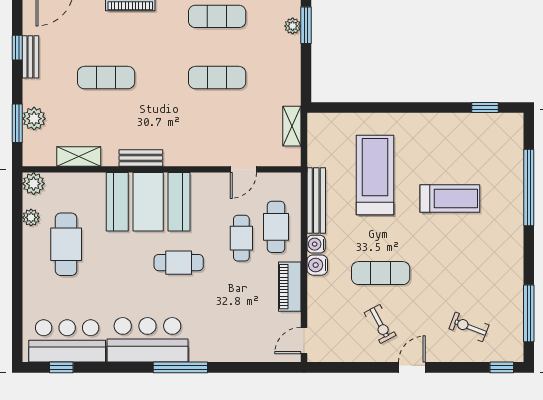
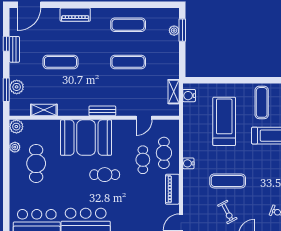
exercise mat: (437, 144) -> (262, 102), added
bench: (141, 158) -> (102, 111), moved
bench: (316, 201) -> (188, 137), removed
water cooler: (317, 265) -> (189, 96), moved

